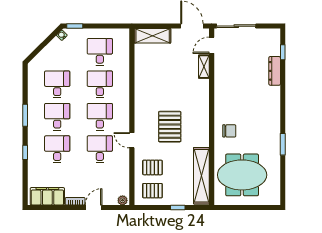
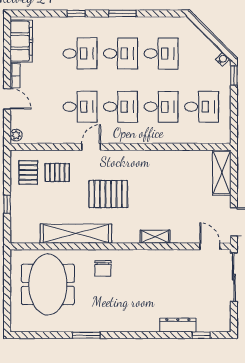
shelving: (204, 67) -> (155, 237), moved
pallet: (152, 167) -> (57, 172), turned 90
shelving: (201, 176) -> (76, 234), moved

